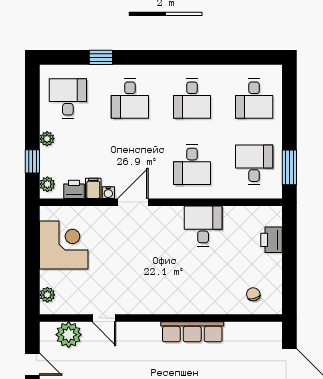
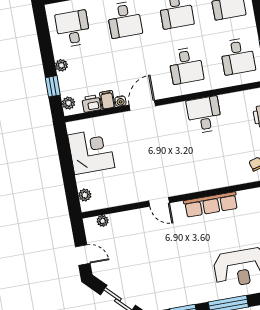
desk: (254, 165) -> (238, 56), turned 180
door: (104, 318) -> (159, 202), moved
plant: (69, 335) -> (103, 221), width x0.53, depth x0.53

